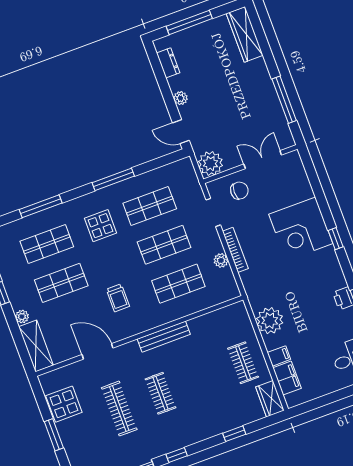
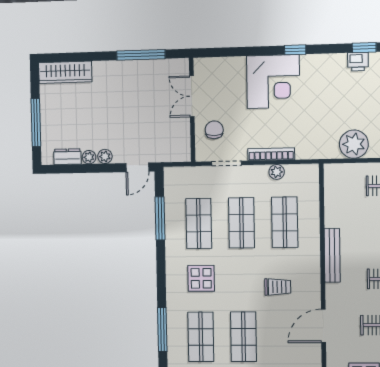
plant: (210, 163) -> (89, 157), moved, width x0.53, depth x0.53
window: (113, 179) -> (160, 218), moved

